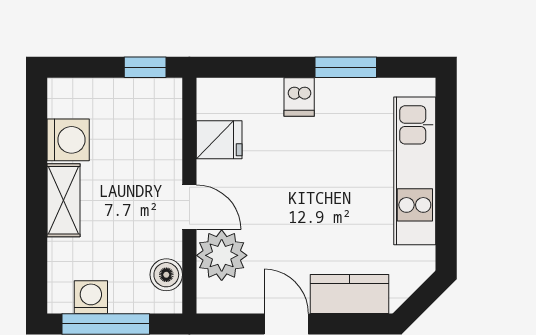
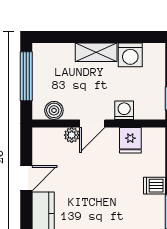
plant: (222, 255) -> (72, 135), width x0.53, depth x0.53
washing machine: (91, 297) -> (124, 110), moved, turned -90

